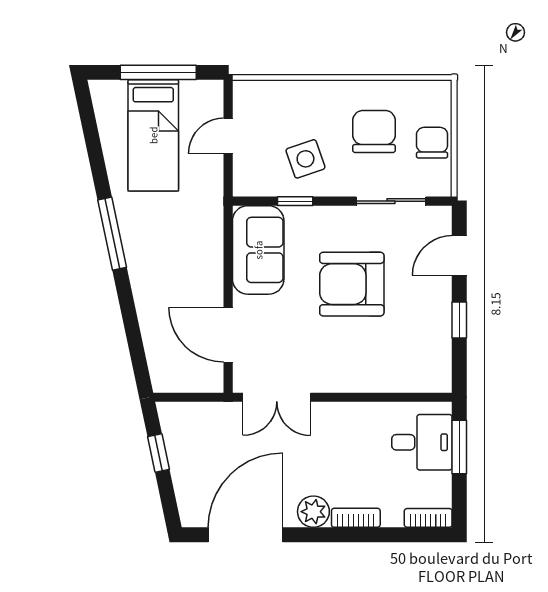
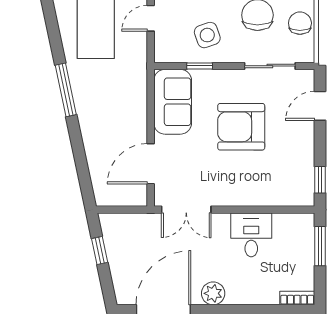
window: (459, 320) -> (320, 180), moved
door: (228, 335) -> (151, 164), hinge flipped
desk: (422, 442) -> (251, 235), moved, turned -90
bookcase: (356, 518) -> (244, 298), removed

